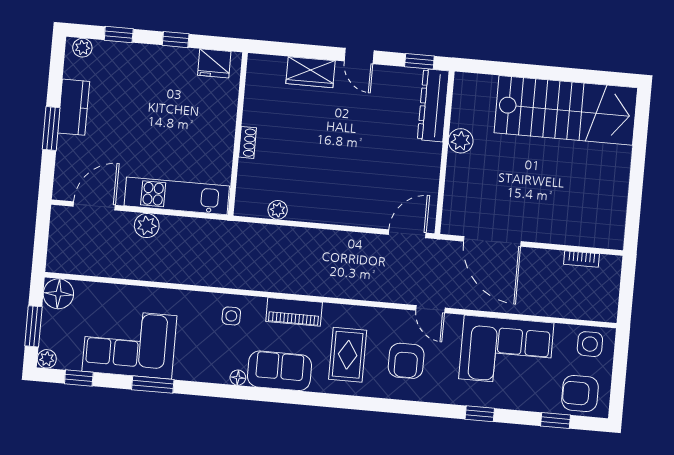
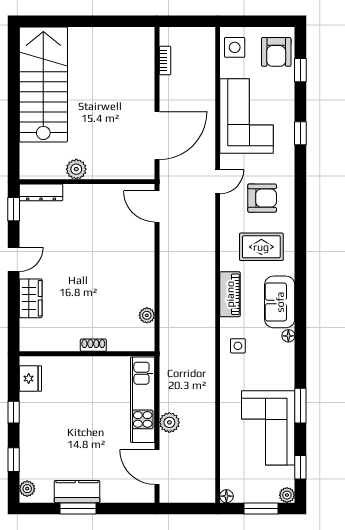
dresser: (433, 105) -> (41, 192), width x0.73, depth x0.80
window: (51, 128) -> (78, 509), moved
floor lamp: (58, 294) -> (226, 496), width x0.53, depth x0.53

